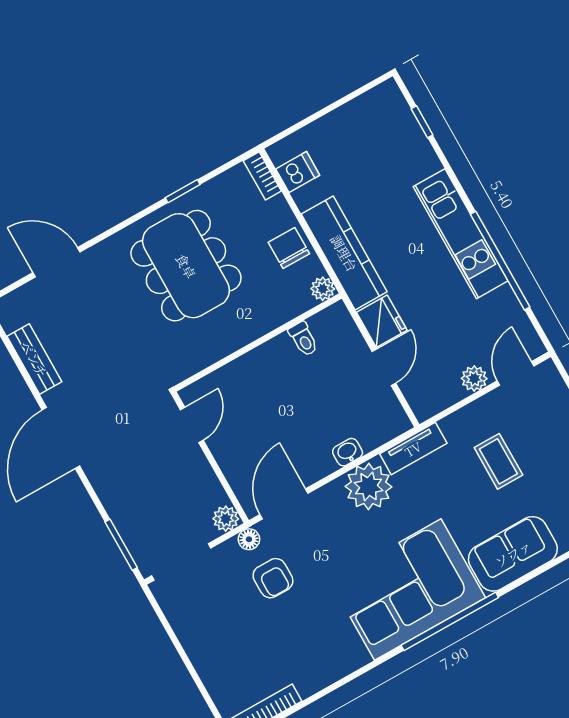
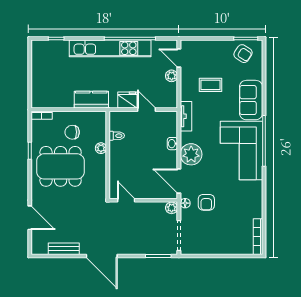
dishwasher: (298, 172) -> (48, 100), removed
kitchen unit: (461, 234) -> (110, 48), width x1.36
chair: (289, 248) -> (72, 132), moved
kitchen counter: (344, 253) -> (91, 100), width x0.67
door: (57, 262) -> (30, 218), swing flipped
plant: (323, 289) -> (101, 148), moved
plant: (369, 487) -> (191, 154), moved
armchair: (273, 578) -> (206, 202), turned 90

